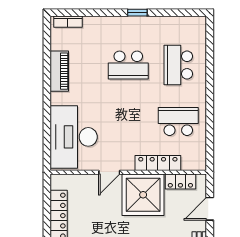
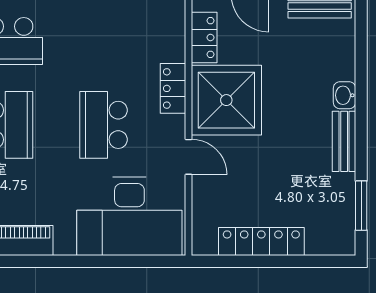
school desk: (178, 121) -> (104, 125), moved
locker: (158, 163) -> (173, 88), width x0.66

